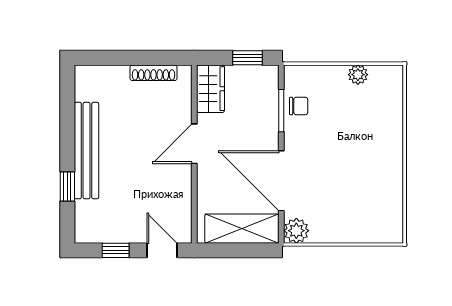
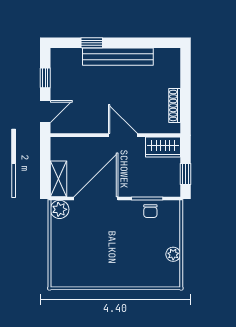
shelving: (242, 229) -> (58, 179), width x0.67, depth x0.75

